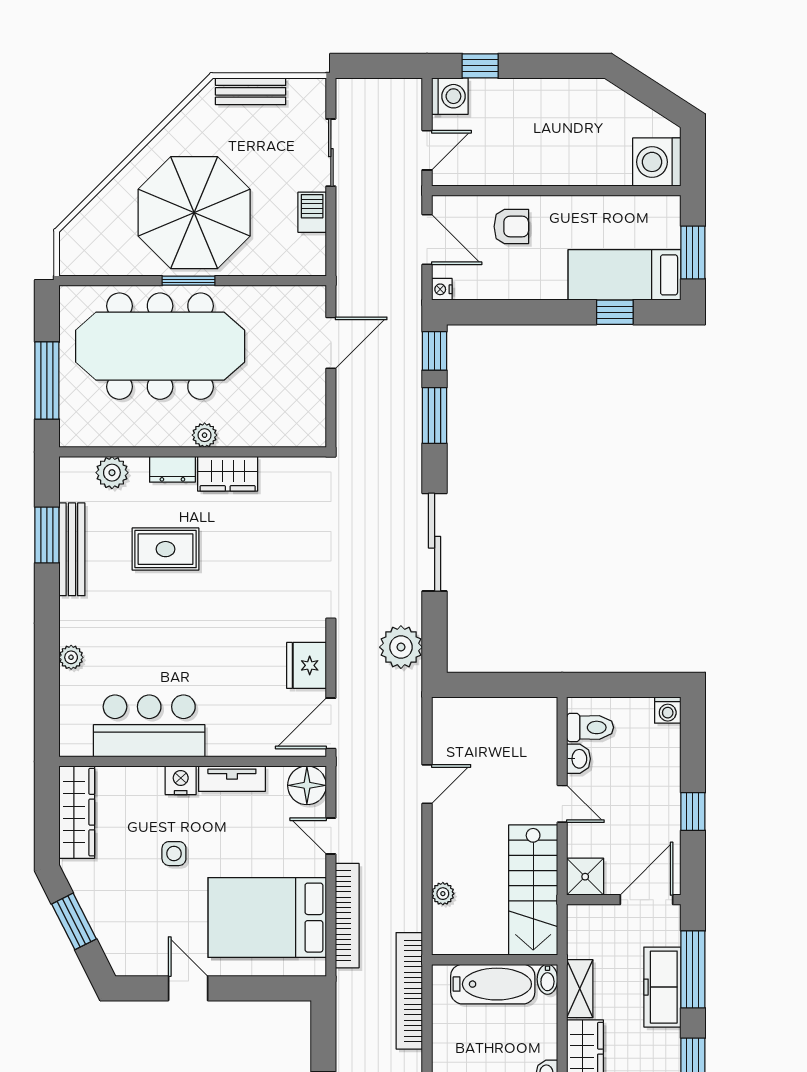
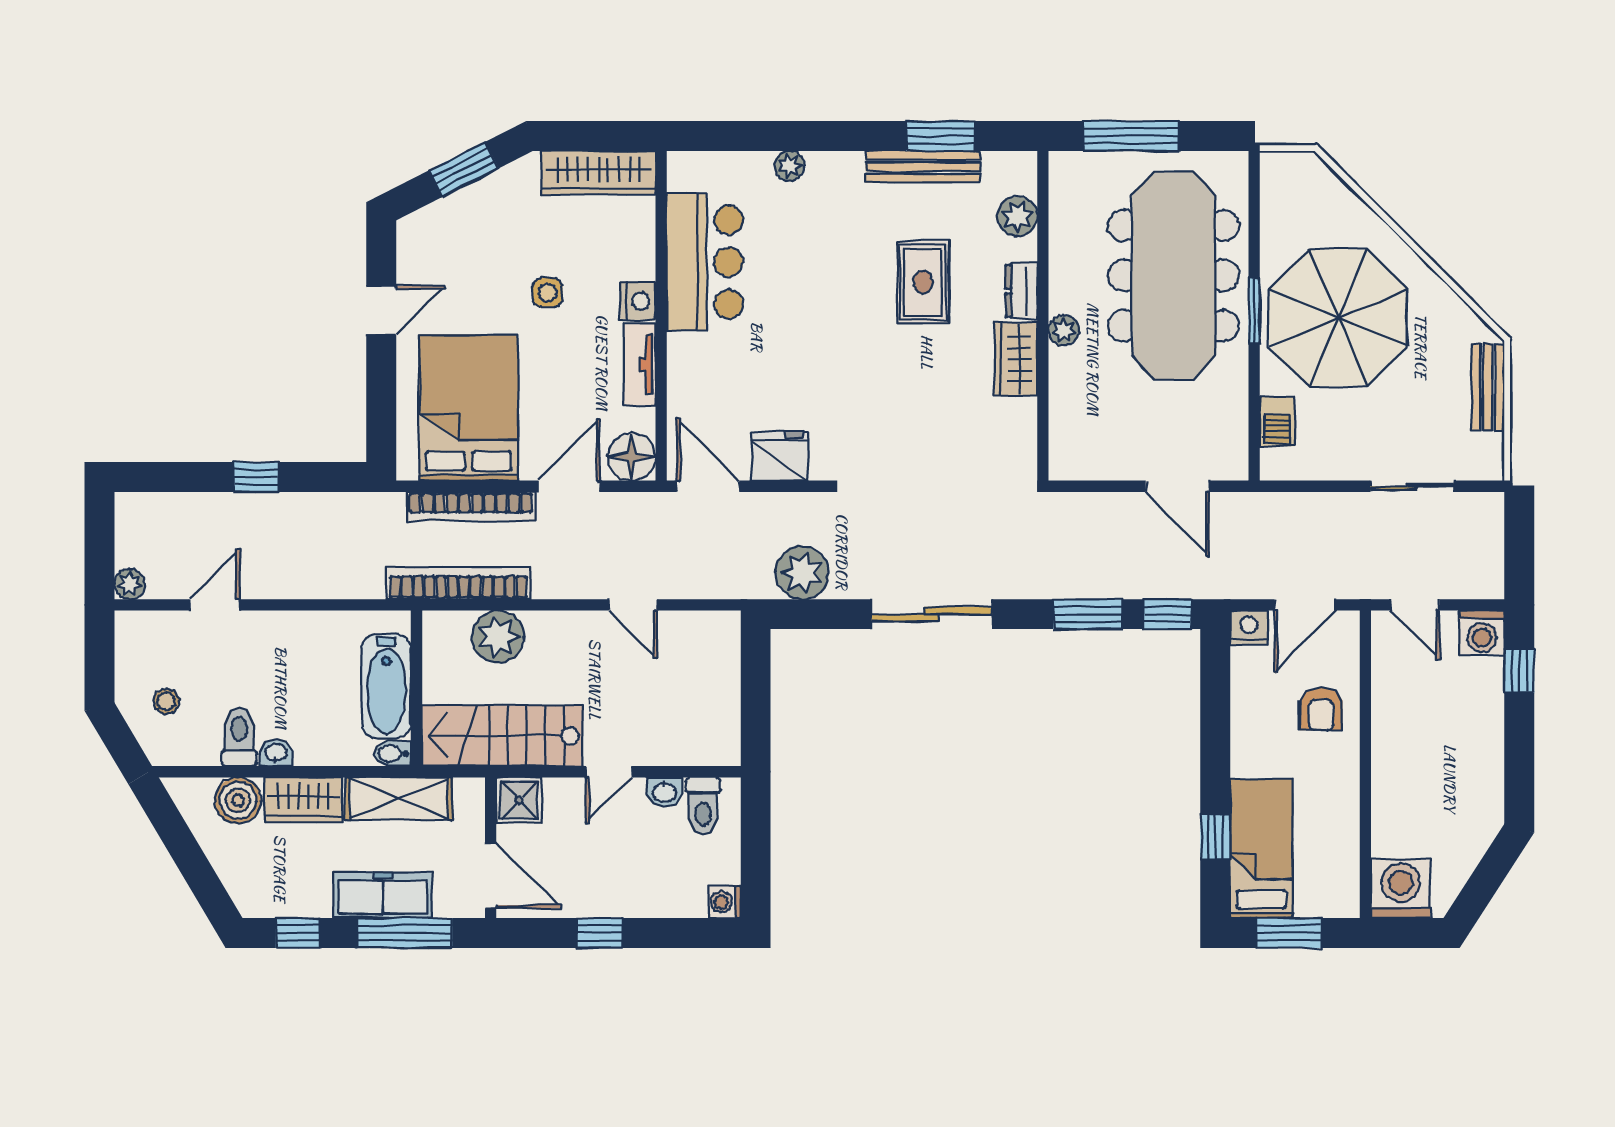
barbecue: (312, 212) -> (1277, 421), moved, turned 90
nightstand: (442, 289) -> (1249, 628), width x1.39, depth x1.35
door: (331, 836) -> (569, 486), width x1.38
plant: (443, 894) -> (498, 637), width x1.88, depth x1.88
shelving: (580, 989) -> (399, 799), width x1.50, depth x1.33
bookcase: (409, 991) -> (458, 583), moved

